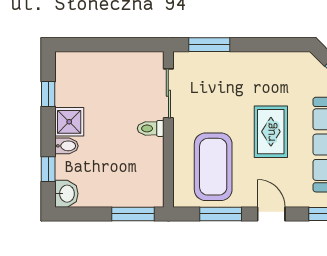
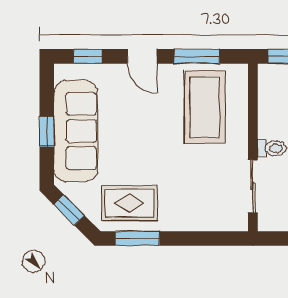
window: (209, 45) -> (137, 239), moved
rug: (271, 132) -> (129, 203), moved, turned 90

